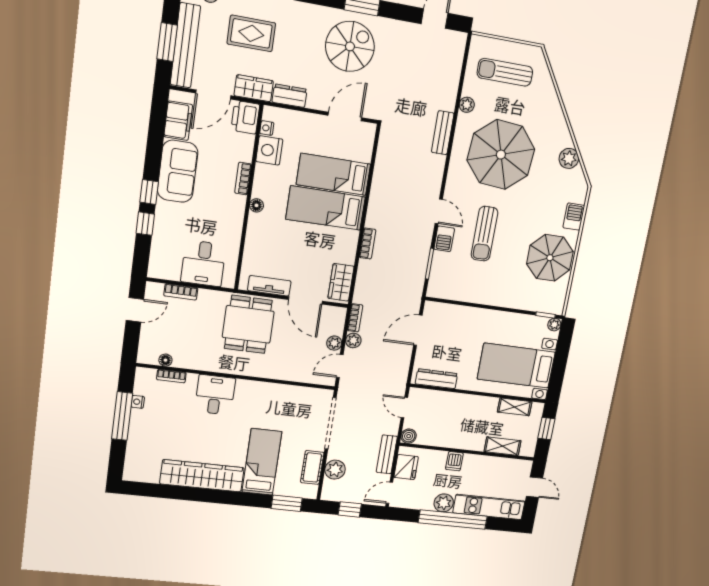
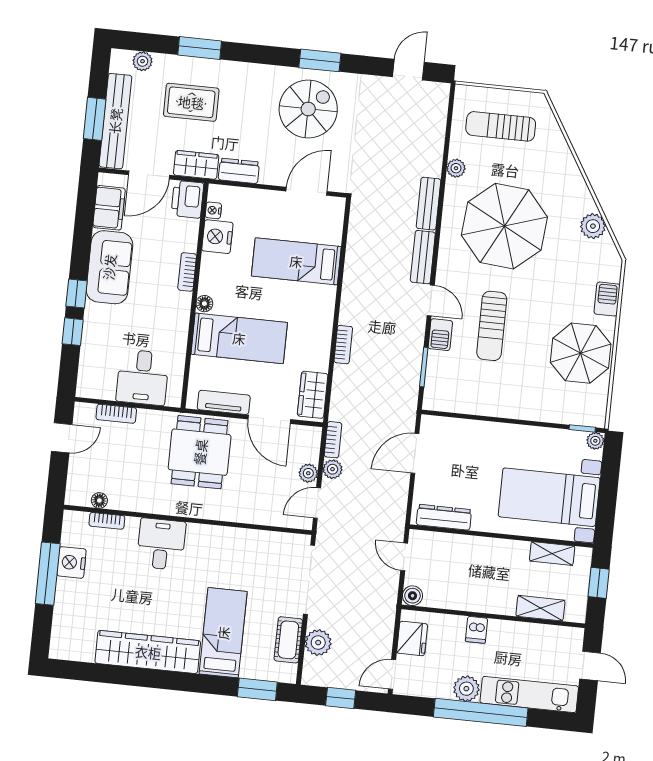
bed: (326, 208) -> (239, 338), moved, turned 180
nightstand: (138, 402) -> (71, 562), width x1.89, depth x1.79
bench: (387, 454) -> (423, 257), moved

